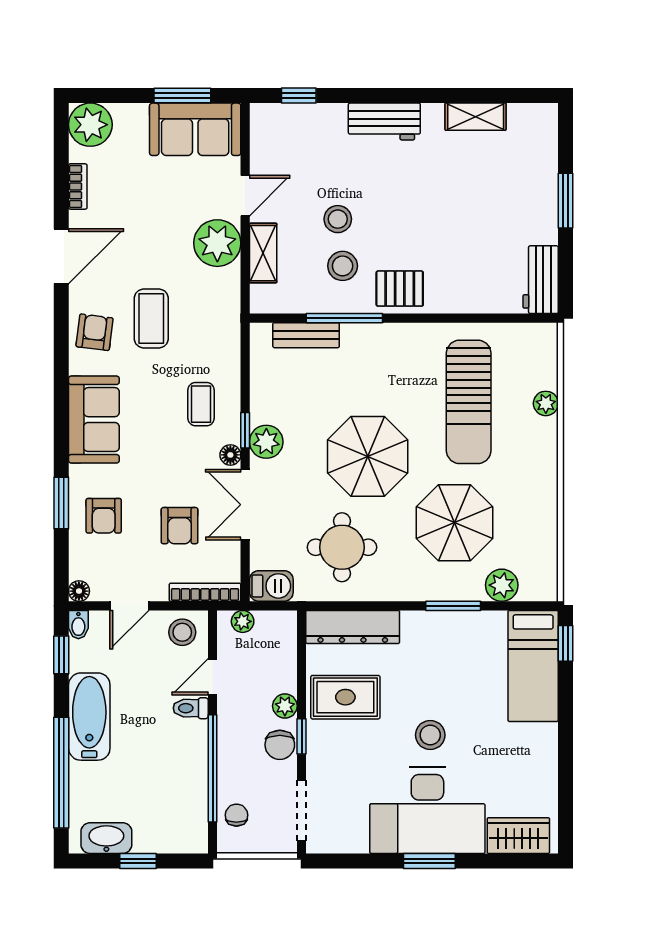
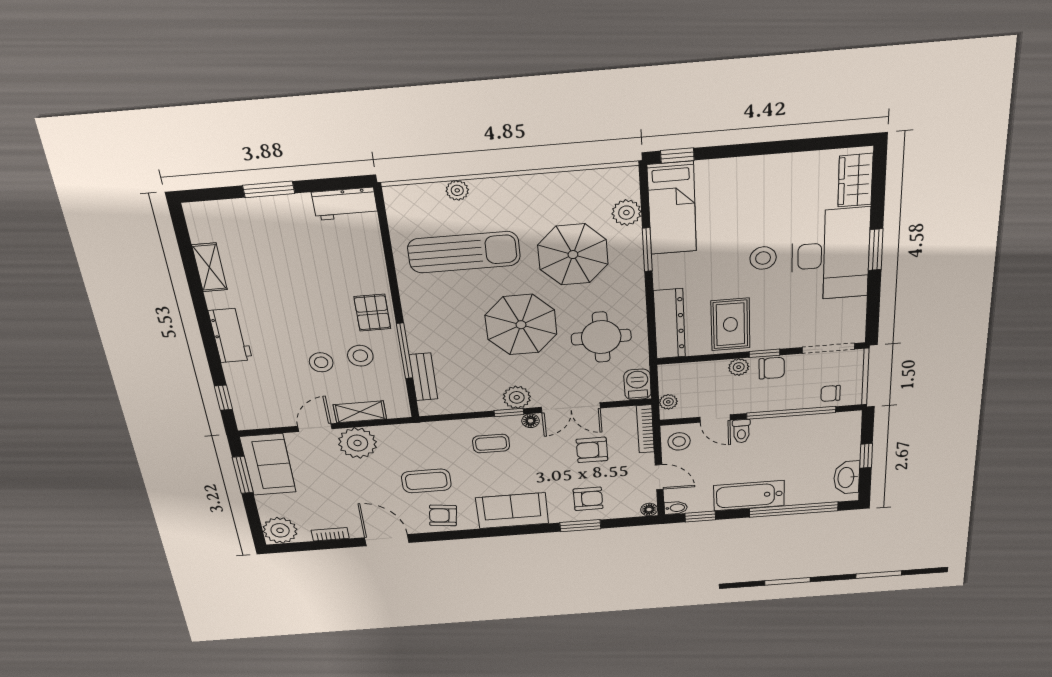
door: (245, 196) -> (315, 428), hinge flipped
armchair: (180, 526) -> (592, 450), turned 180
bed: (533, 666) -> (672, 208), moved, turned 90

